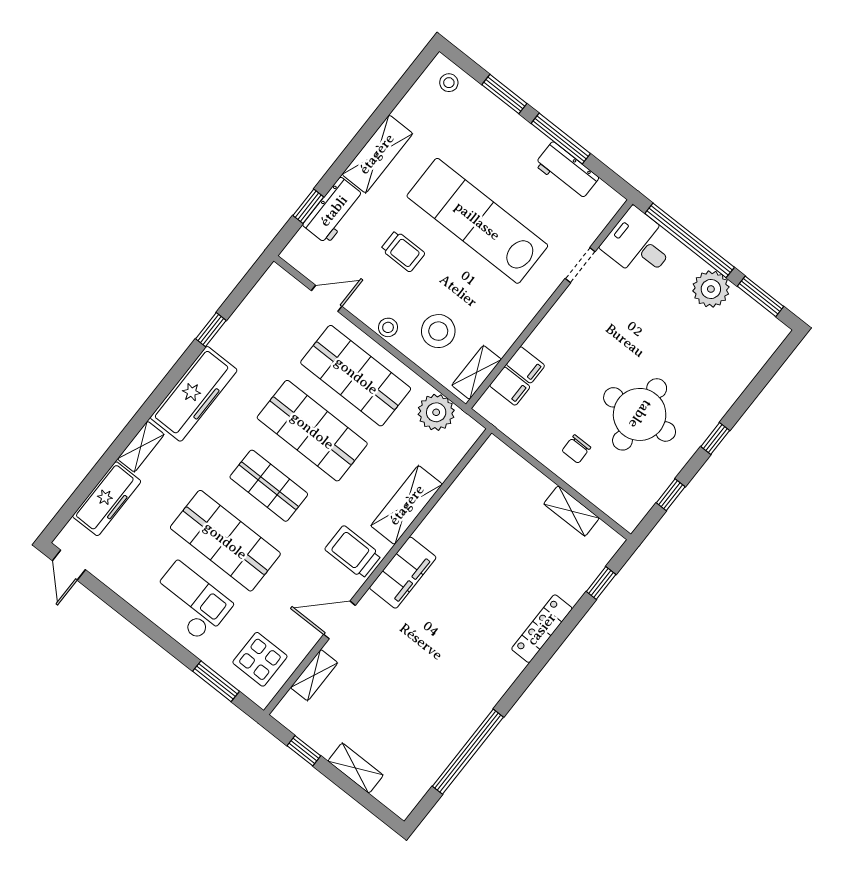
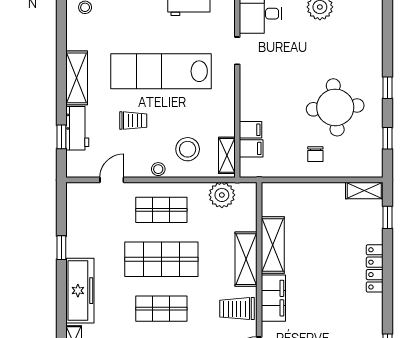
shop shelf: (356, 376) -> (161, 210), width x0.70, depth x0.74
shelving: (571, 511) -> (364, 190), moved
shelving: (449, 513) -> (273, 245), added

